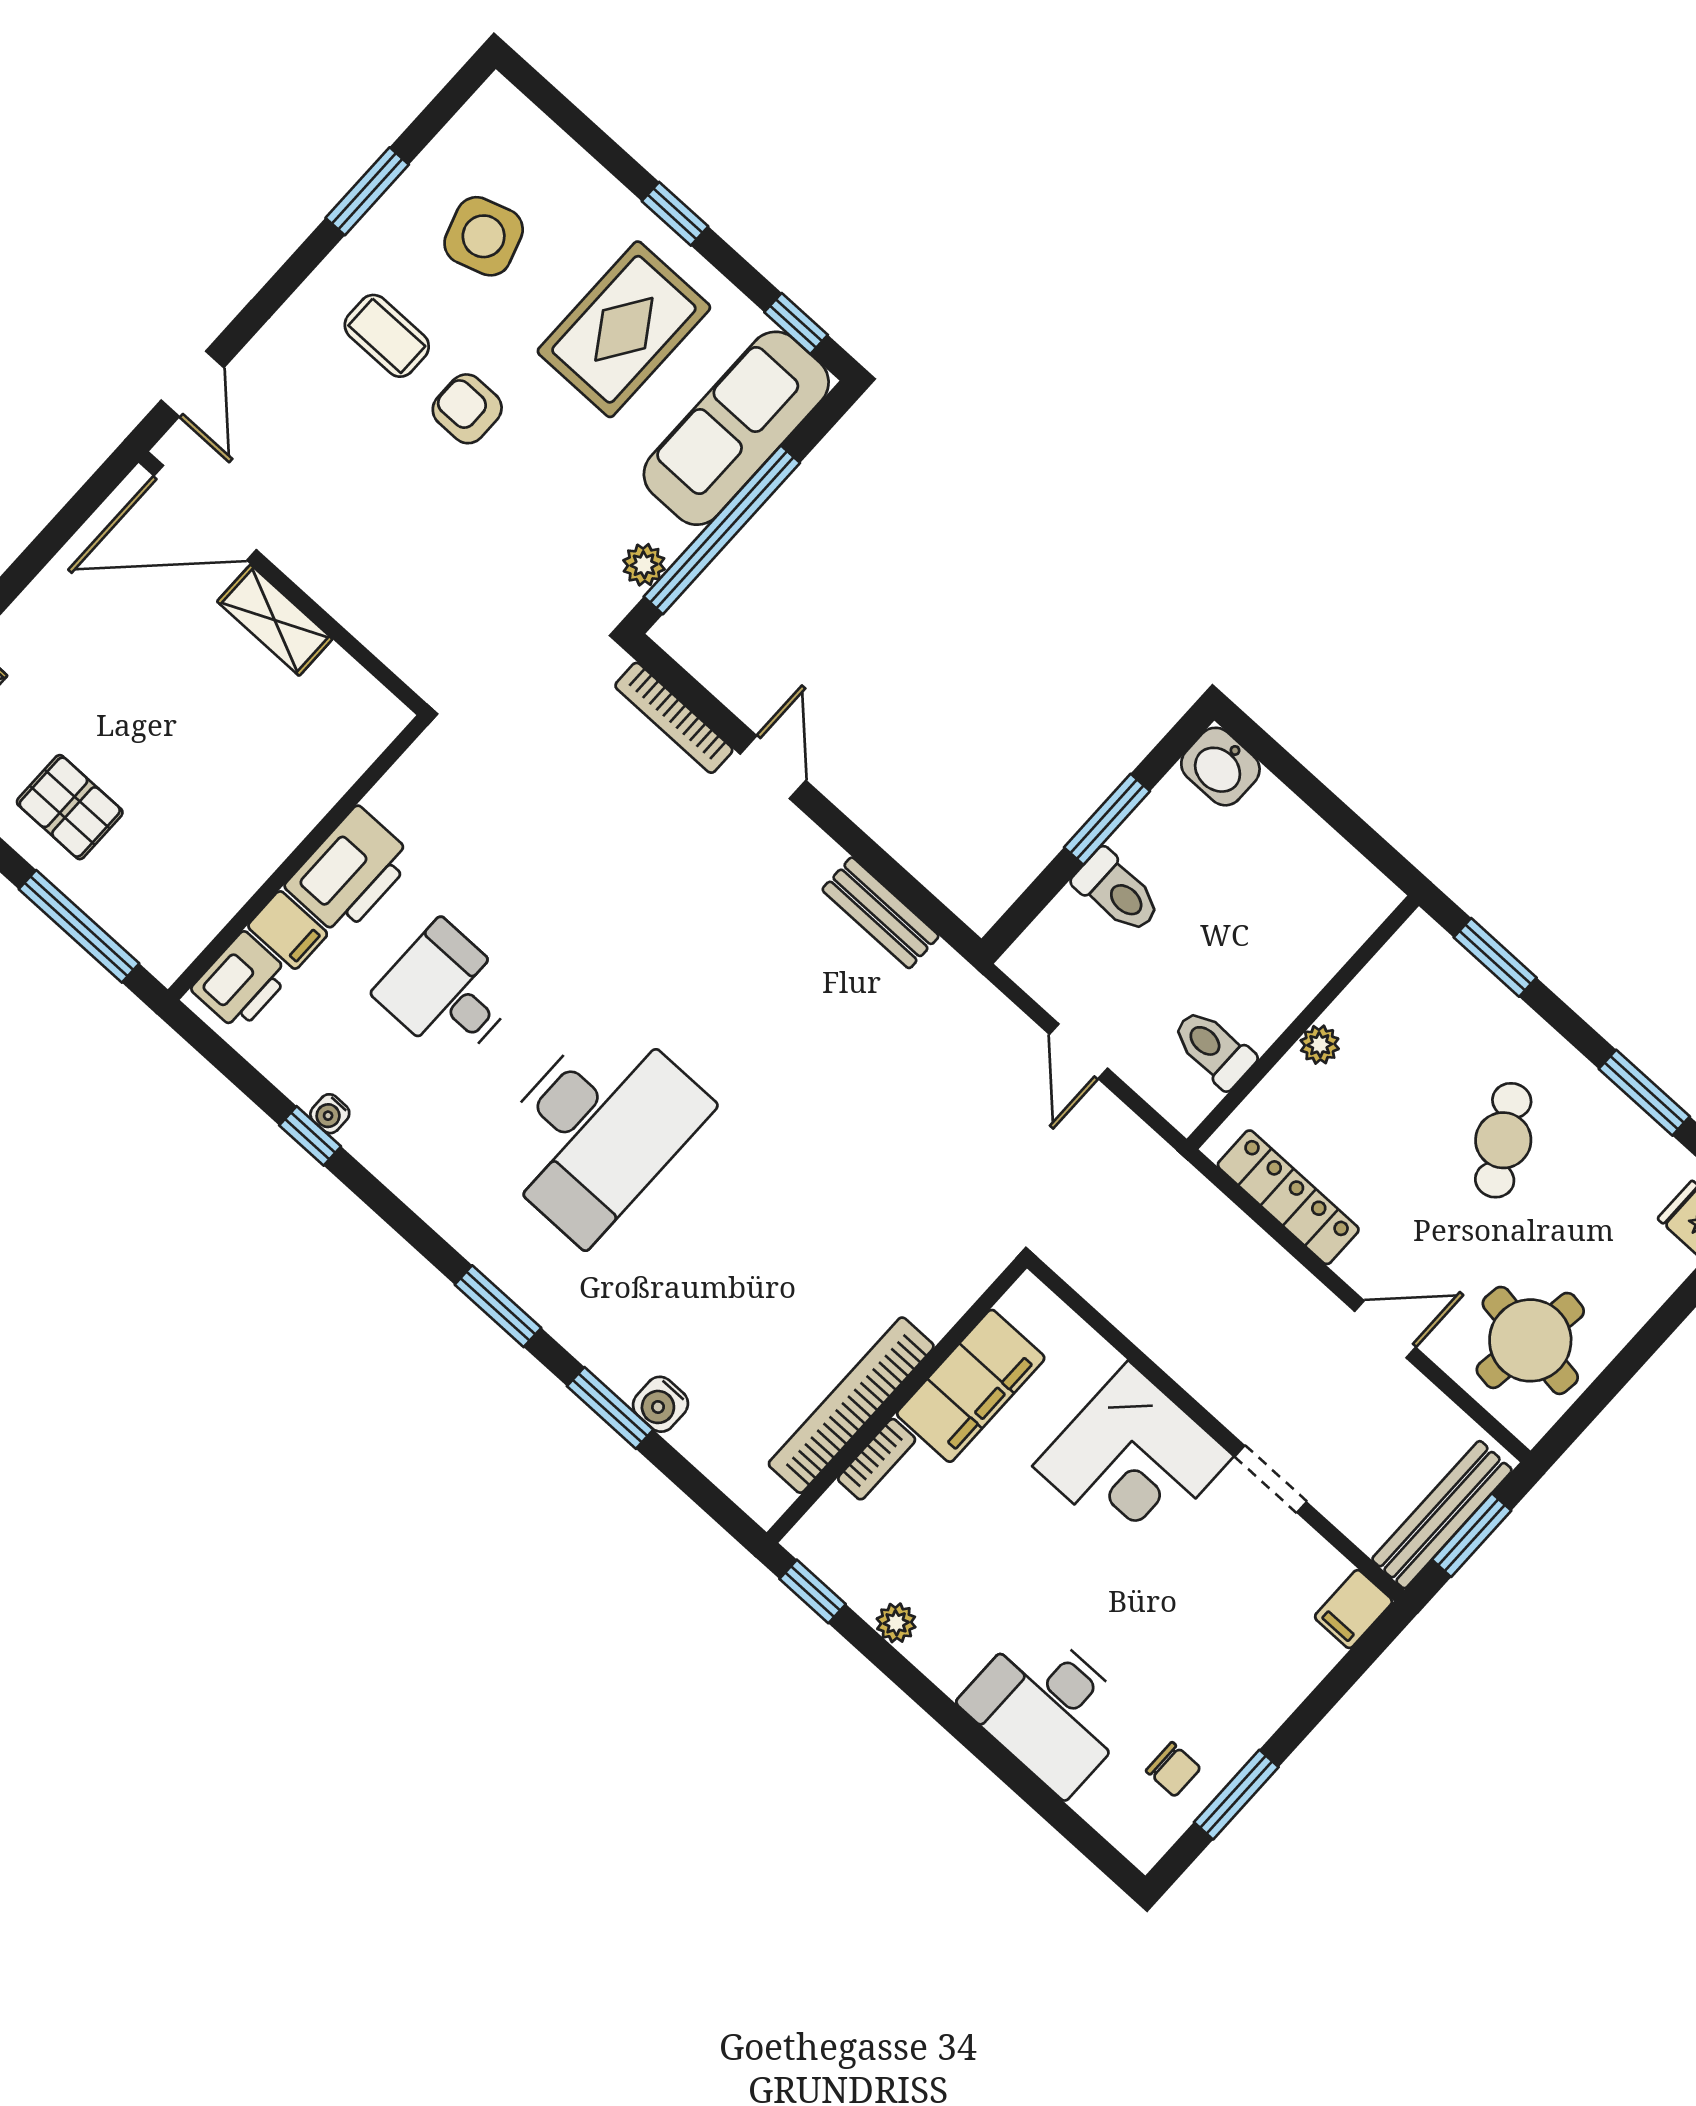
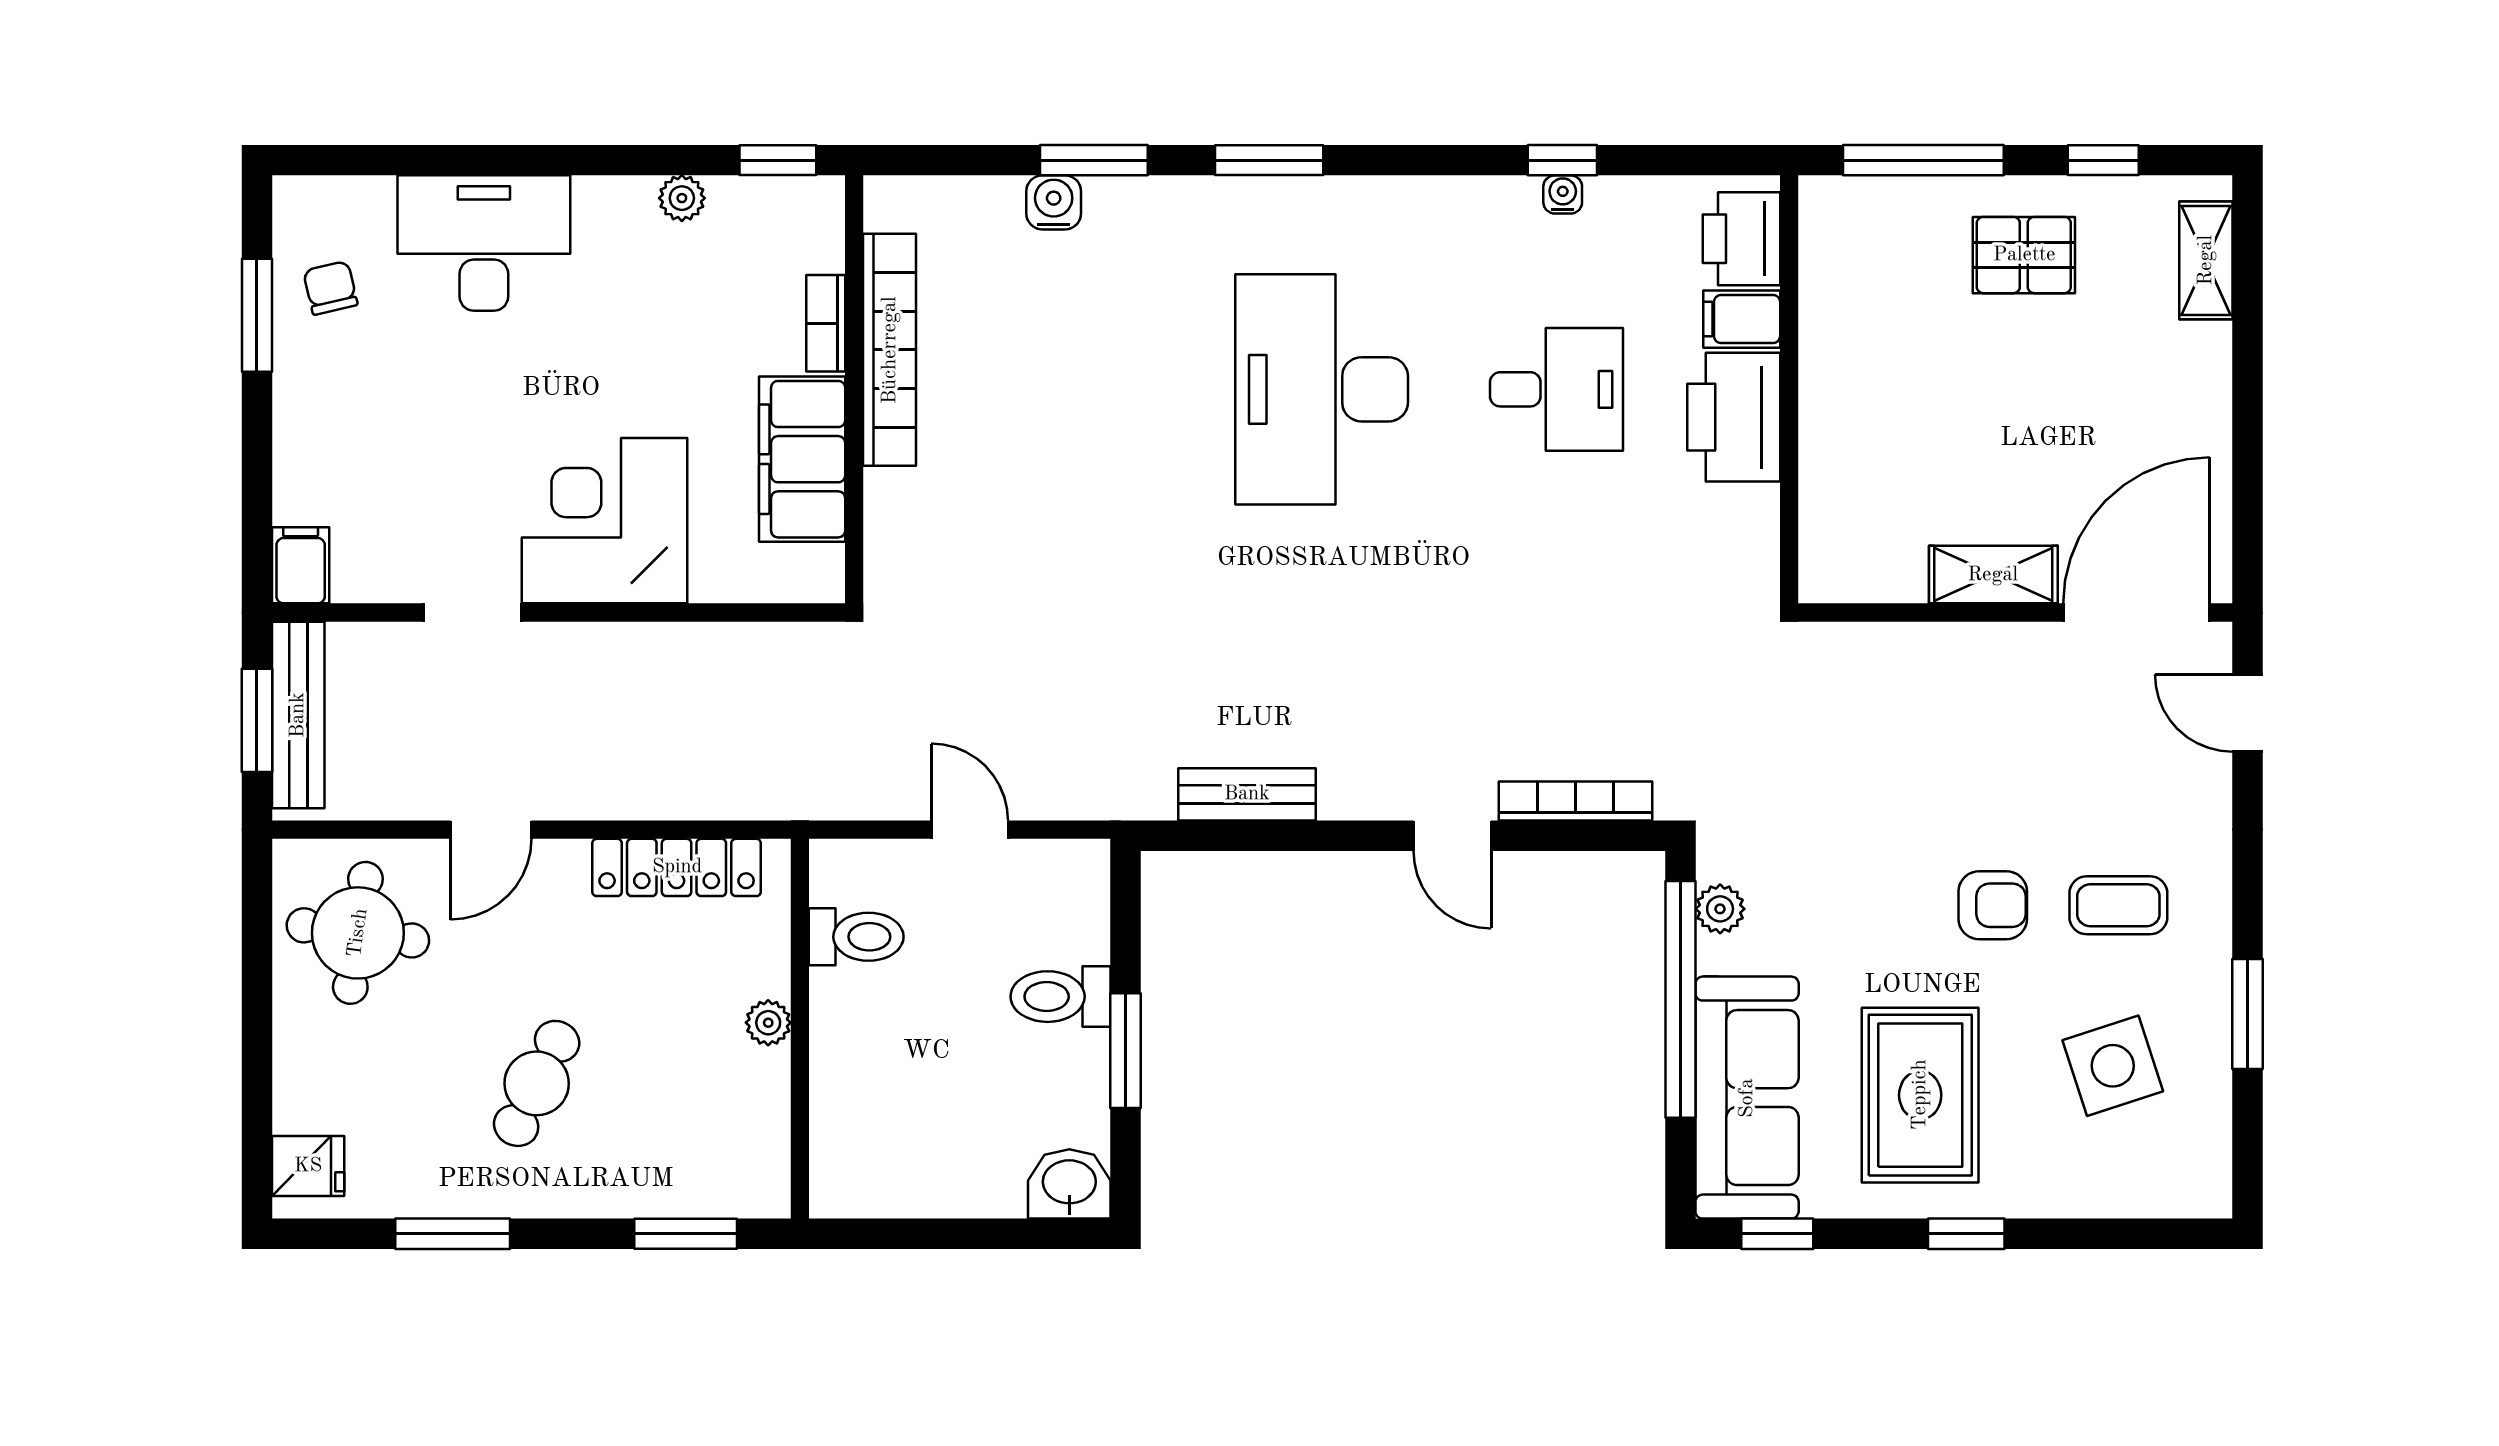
cafe table: (1503, 1140) -> (537, 1083), turned 56
chair: (1173, 1769) -> (330, 288), turned 77

